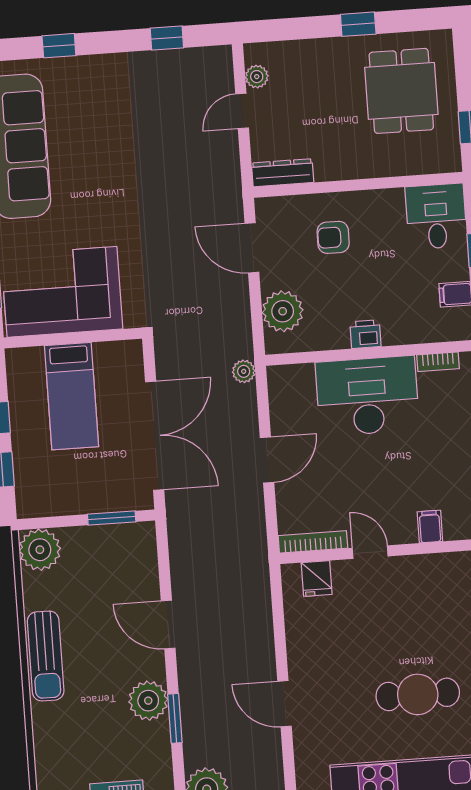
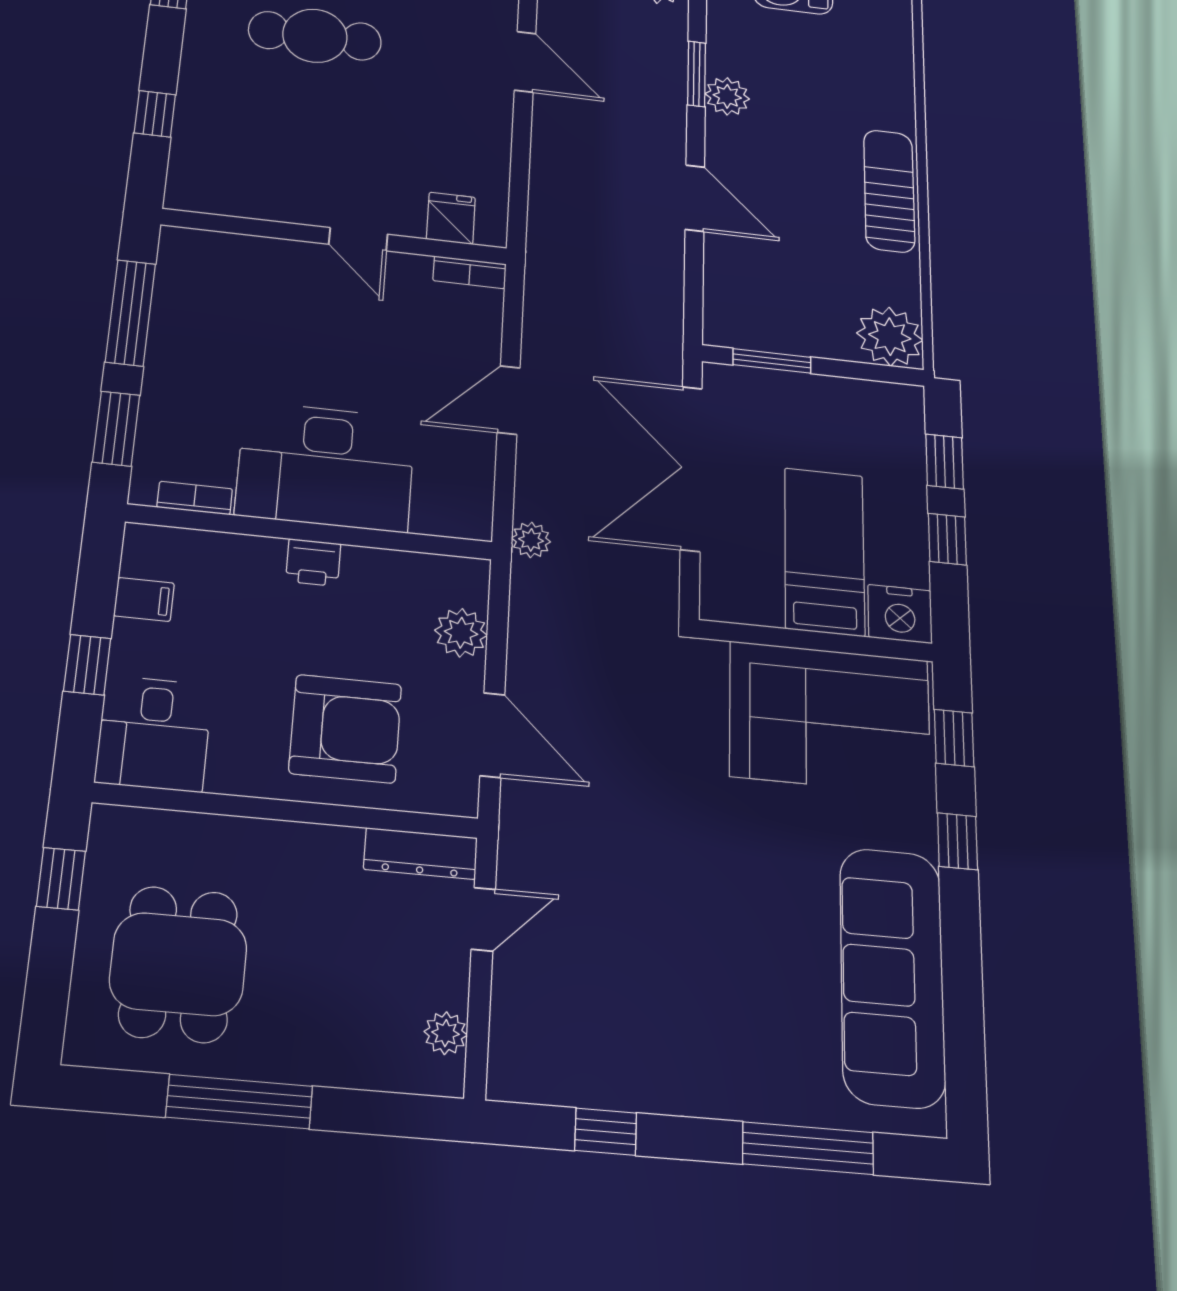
window: (358, 24) -> (239, 1102), width x2.17
window: (59, 46) -> (808, 1148), width x2.17
door: (242, 111) -> (483, 919), moved
armchair: (333, 237) -> (345, 729), width x1.88, depth x1.88
plant: (283, 311) -> (461, 633), width x0.73, depth x0.73
nightstand: (24, 364) -> (900, 614), added
filing cabinet: (430, 527) -> (254, 258), removed
bookcase: (313, 542) -> (470, 272), width x0.64
plant: (148, 701) -> (727, 96), width x0.73, depth x0.73

